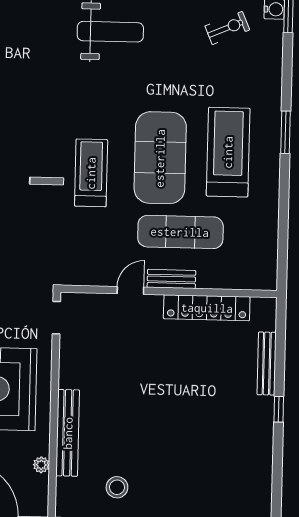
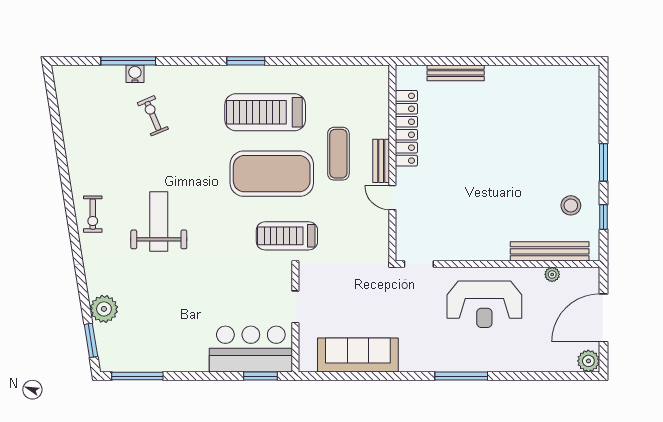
exercise mat: (180, 232) -> (338, 154), width x0.73, depth x0.69
window: (279, 409) -> (497, 61), removed
bench: (68, 433) -> (550, 251), moved

